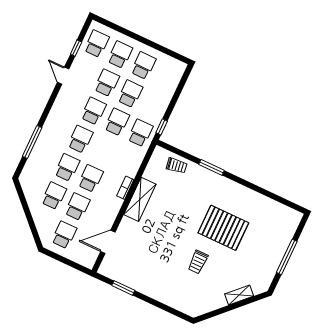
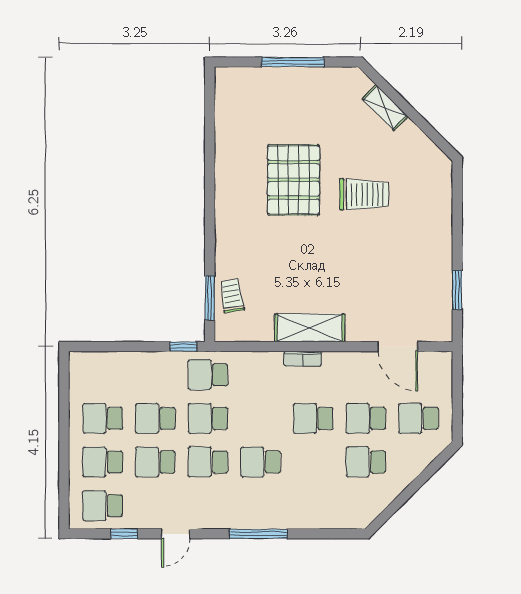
window: (32, 142) -> (258, 534), moved
school desk: (67, 167) -> (313, 462), removed
window: (212, 167) -> (210, 298), moved
trolley: (198, 262) -> (364, 194), width x1.36, depth x1.39

